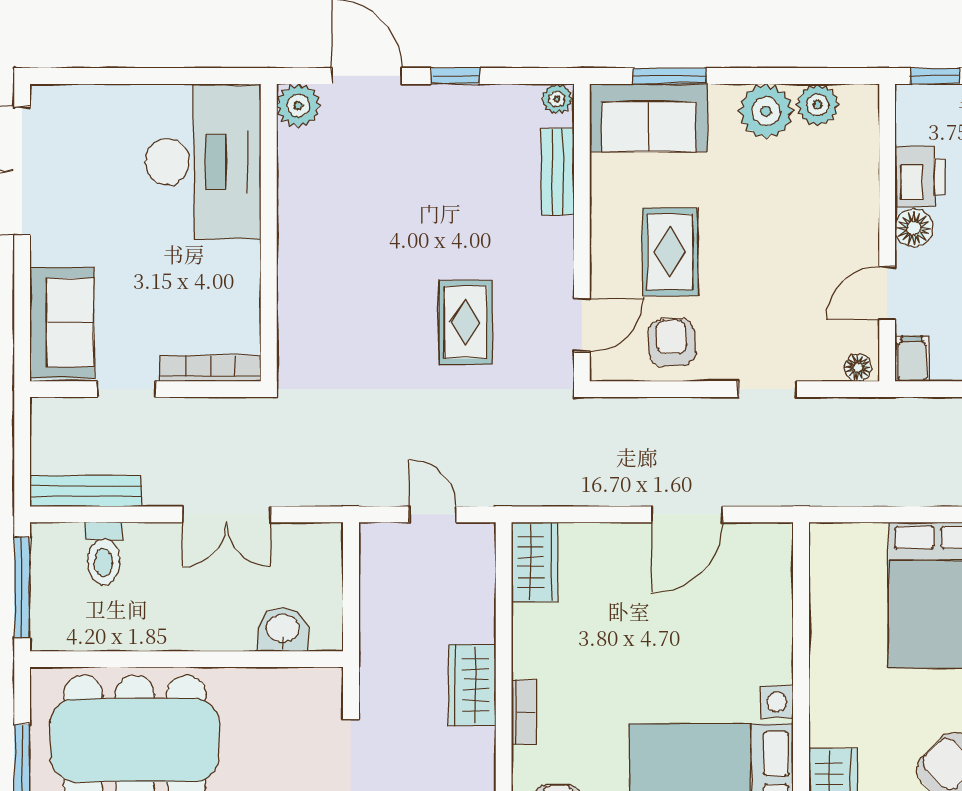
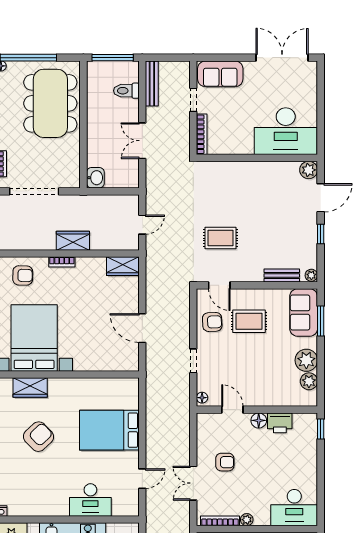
filing cabinet: (912, 359) -> (206, 420), removed
washbasin: (283, 630) -> (95, 178), moved

